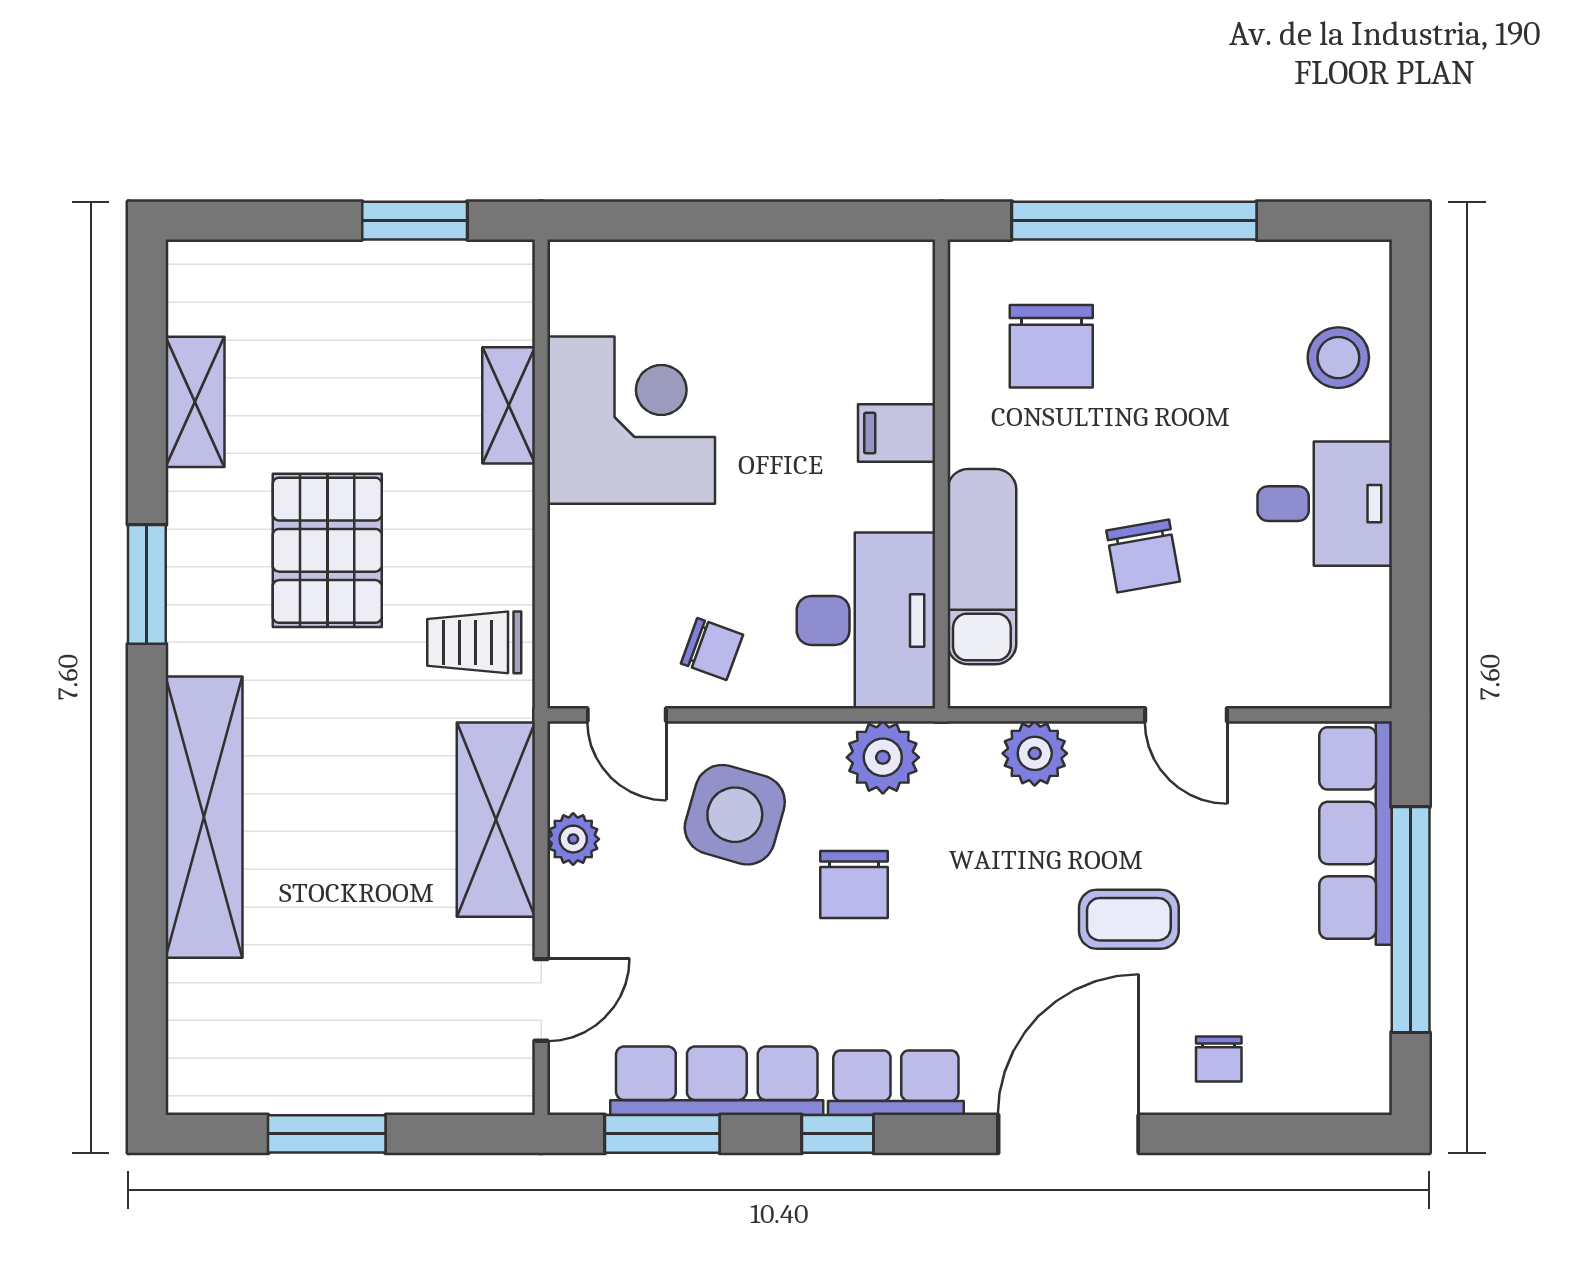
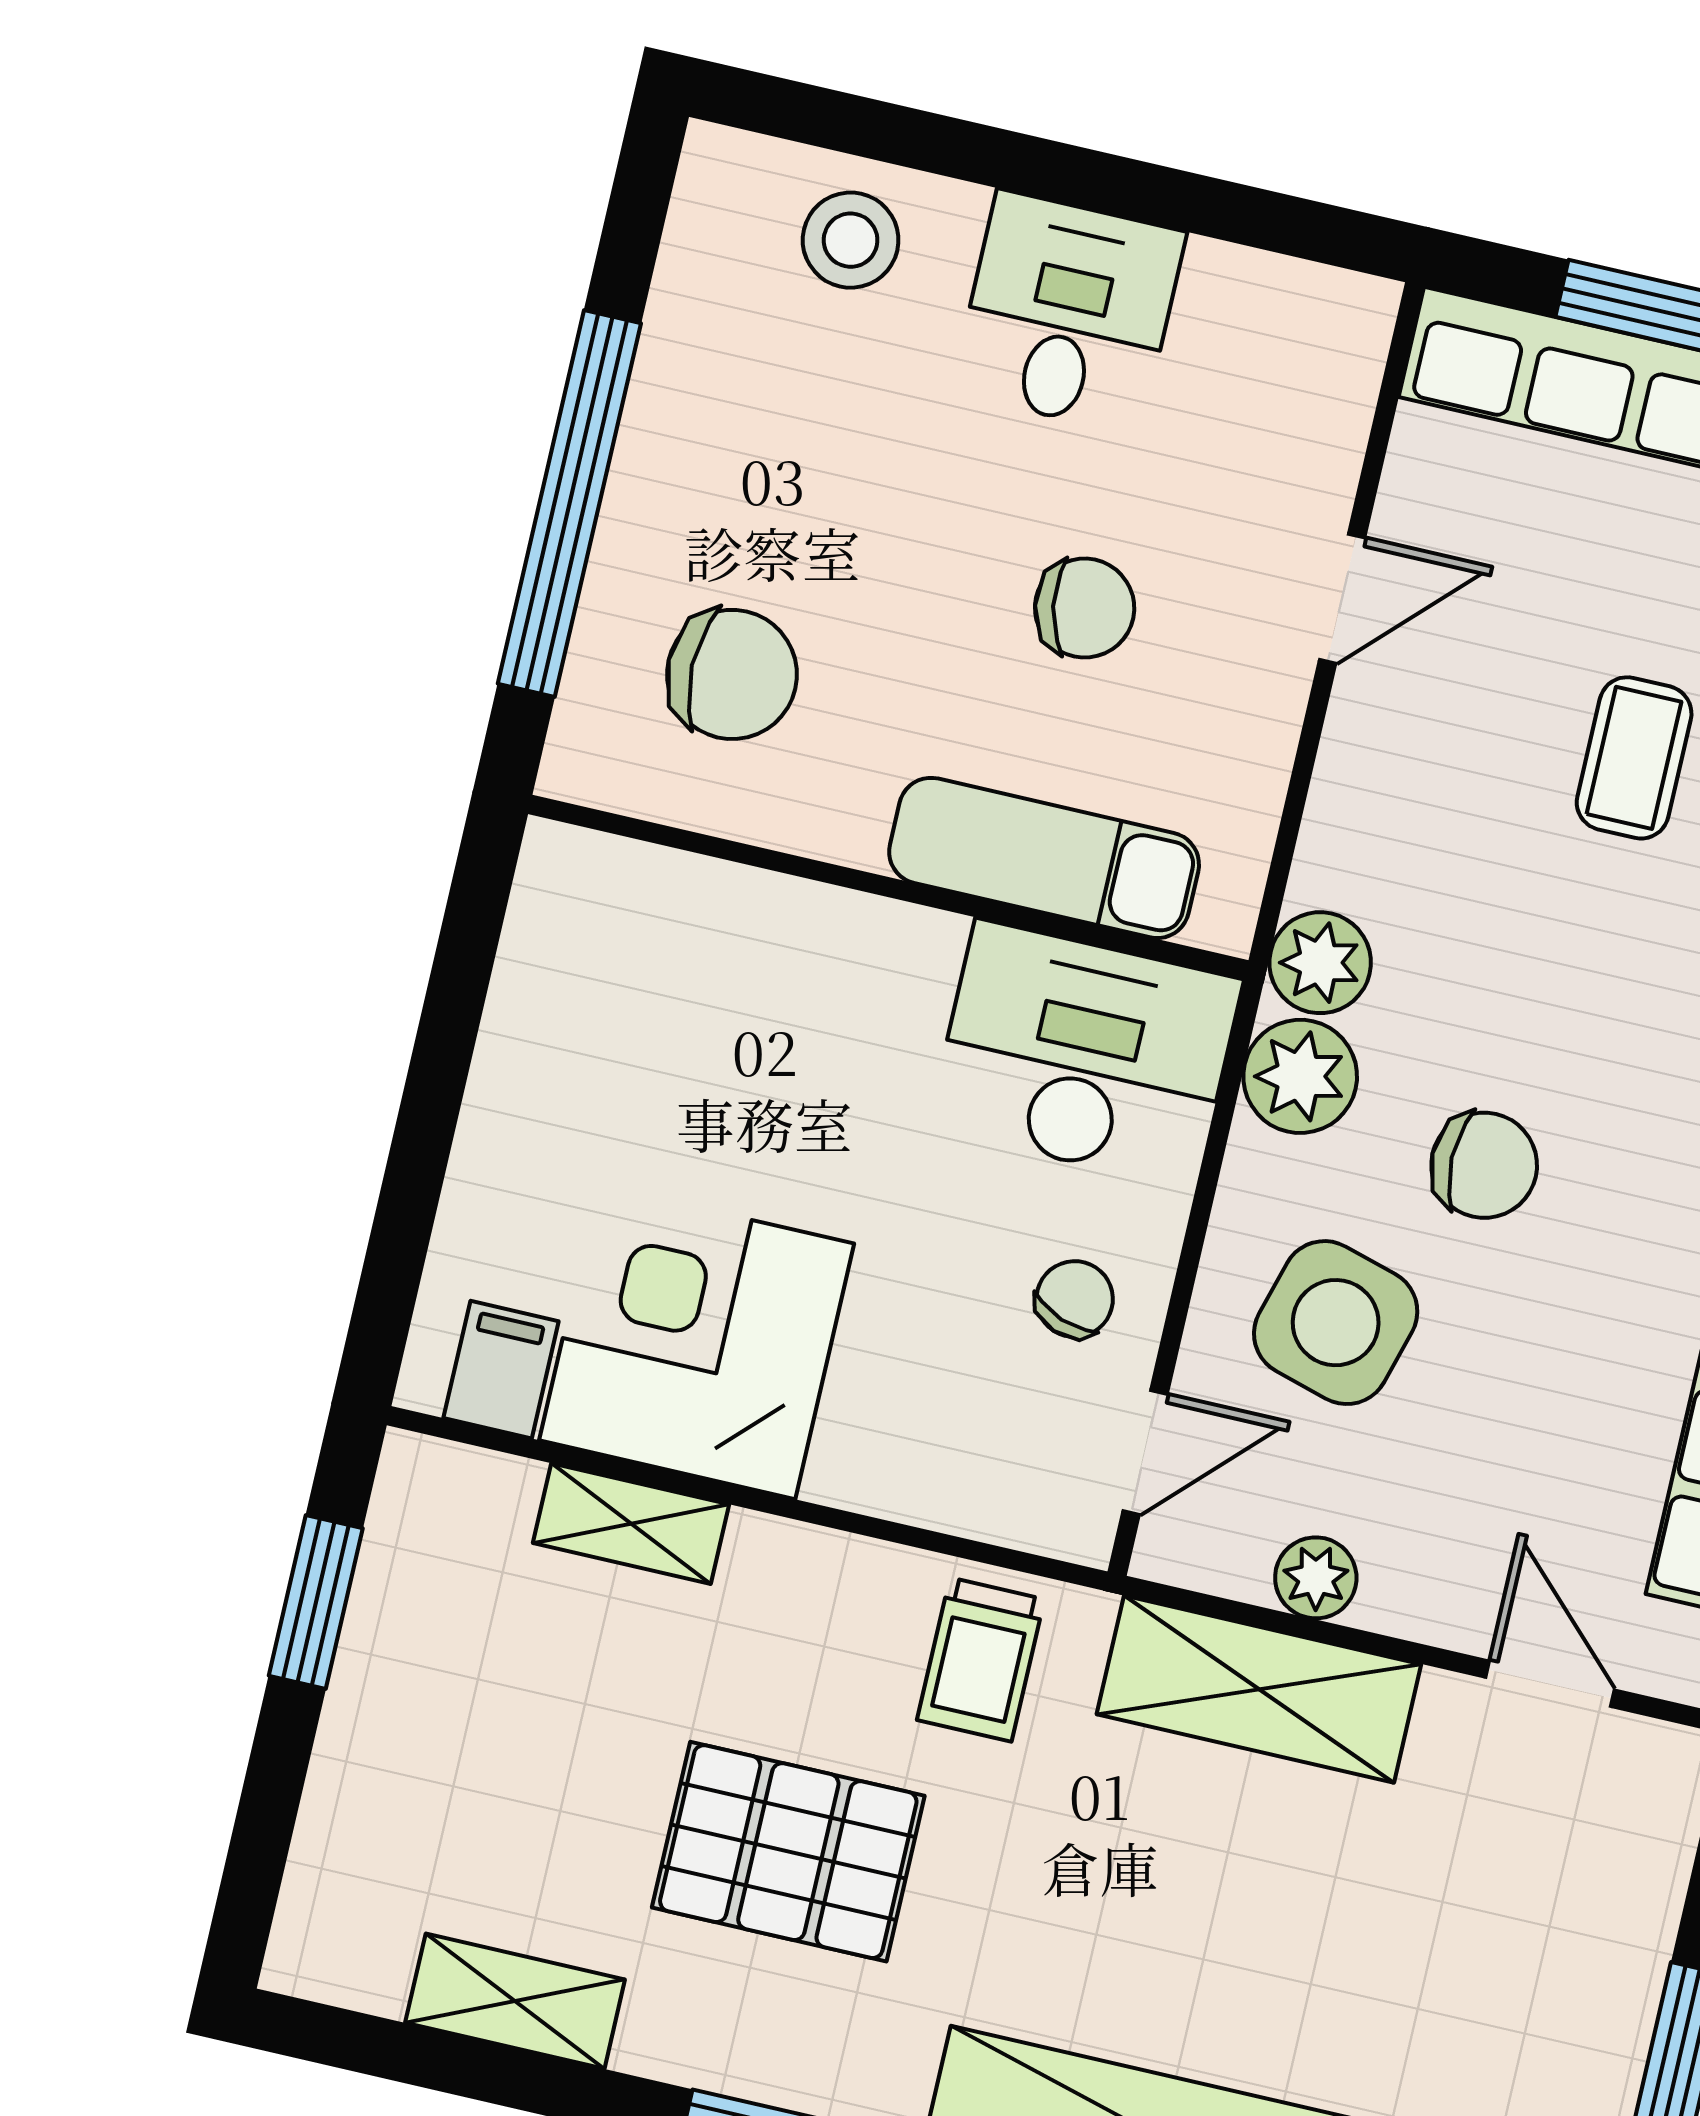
filing cabinet: (897, 433) -> (501, 1370), moved, turned 180
plant: (1035, 753) -> (1320, 963), moved

